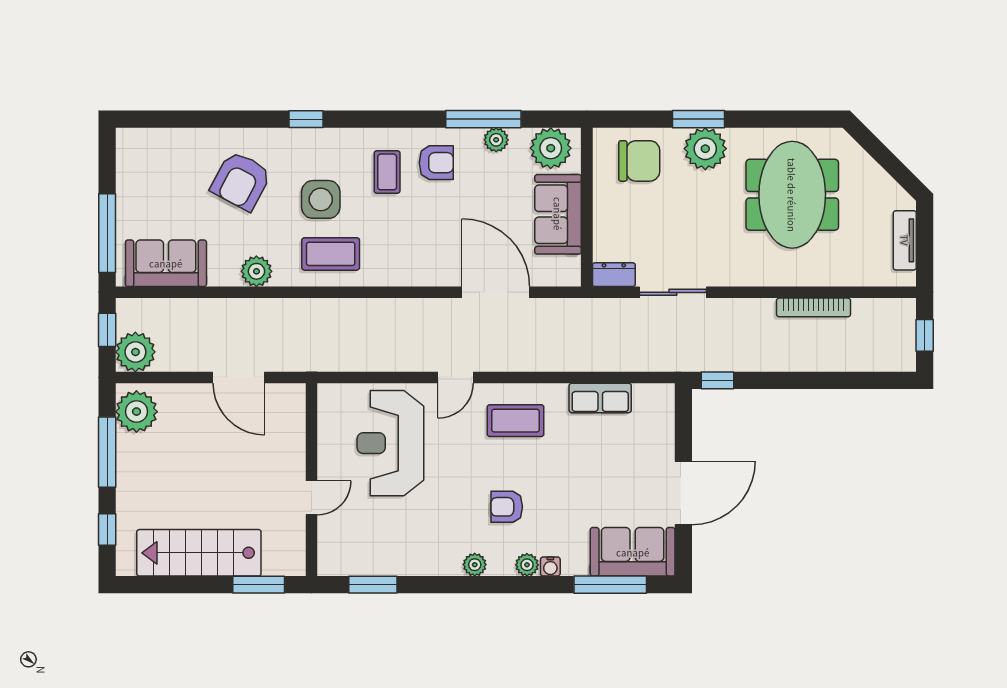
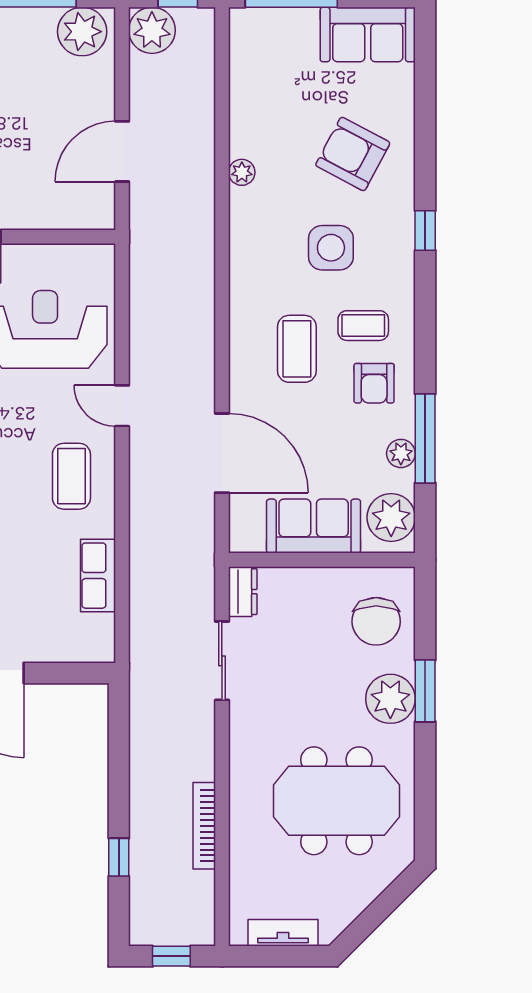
coffee table: (331, 254) -> (297, 349), moved
sofa: (166, 263) -> (368, 34), moved, turned 90
plant: (256, 271) -> (242, 172), width x0.73, depth x0.73
door: (496, 292) -> (222, 453), hinge flipped
window: (717, 380) -> (119, 857), moved

